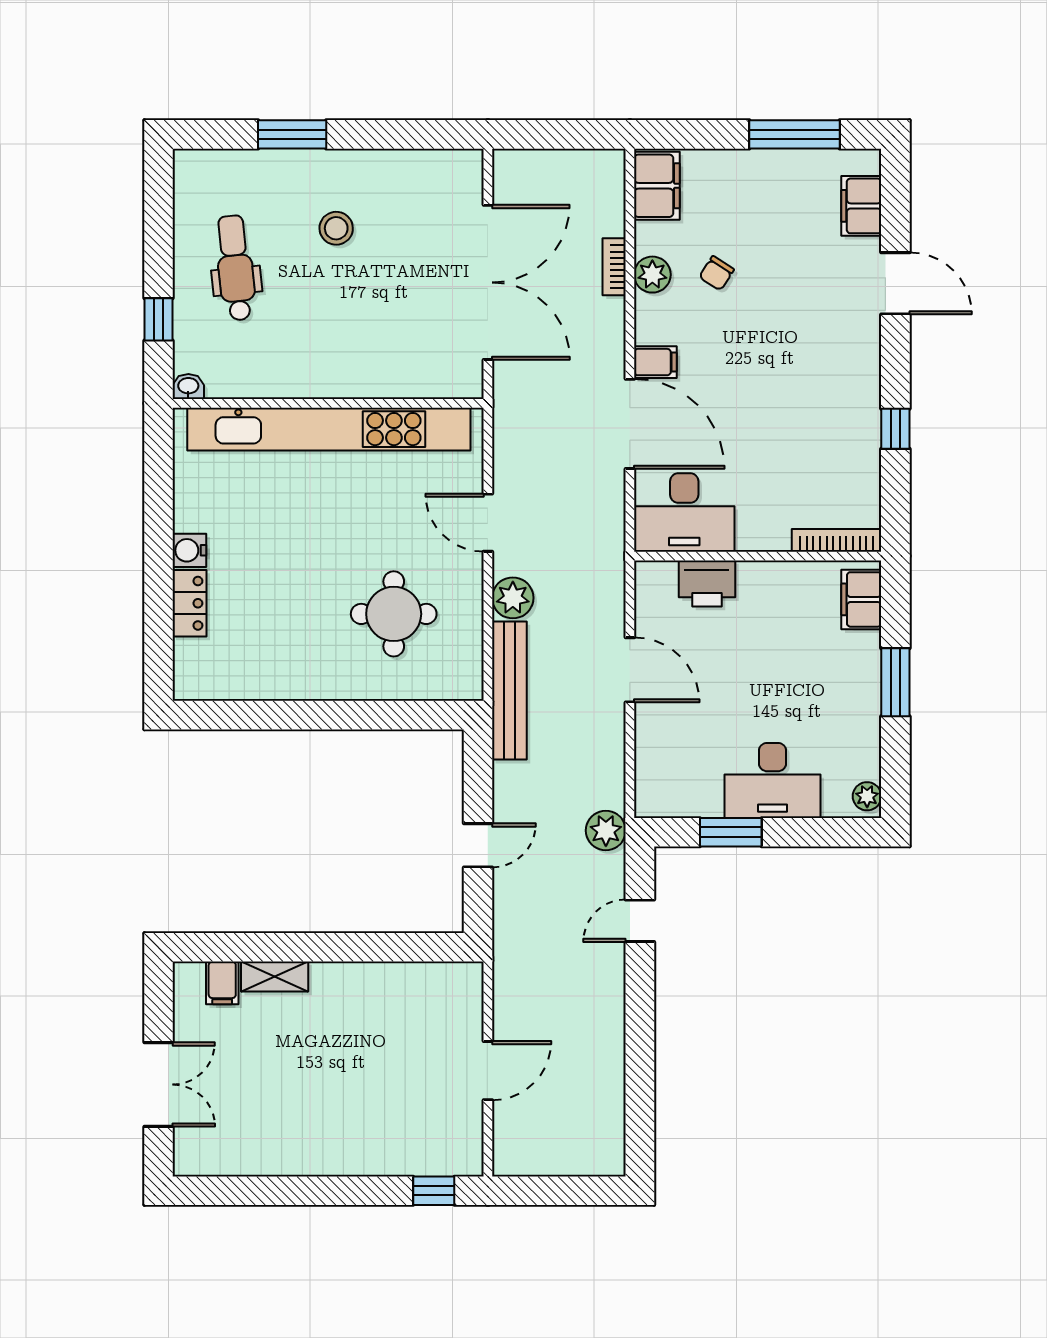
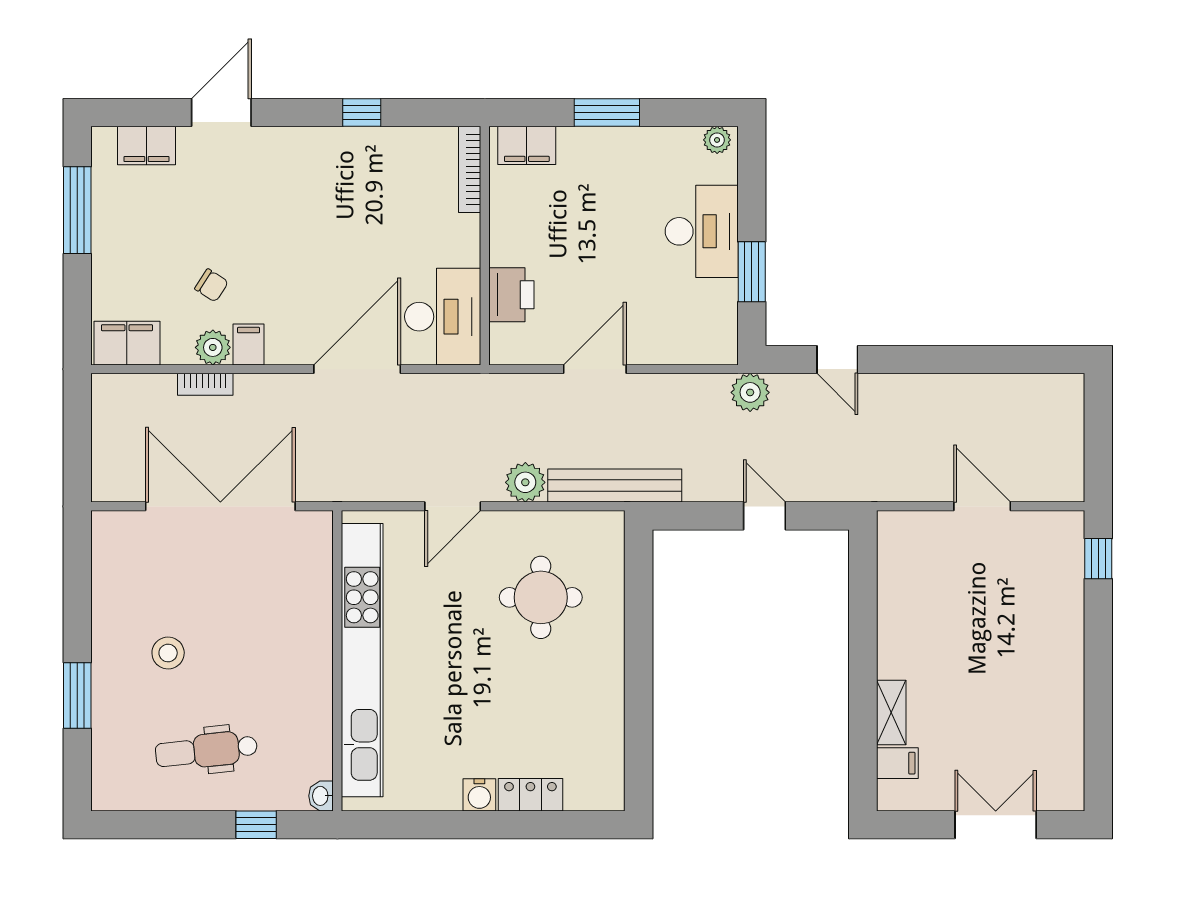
filing cabinet: (655, 362) -> (249, 344), moved

